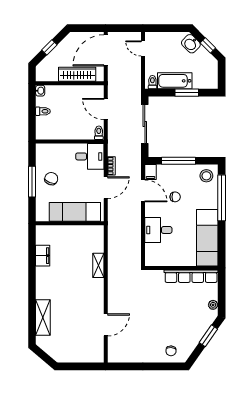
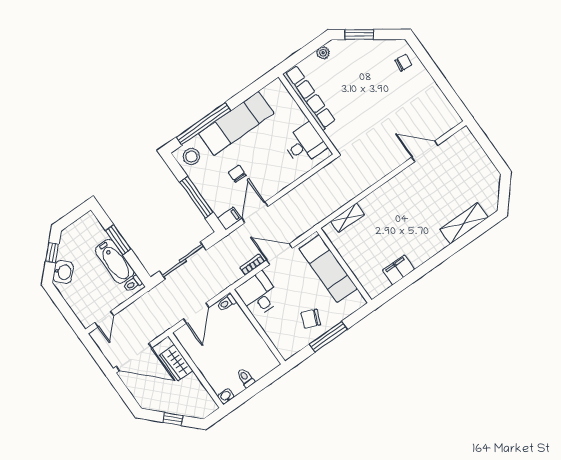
wardrobe: (77, 74) -> (176, 363), width x0.67
desk: (158, 230) -> (305, 144), moved, turned -90
exam couch: (207, 238) -> (236, 123), moved
shelving: (98, 265) -> (347, 218), moved

